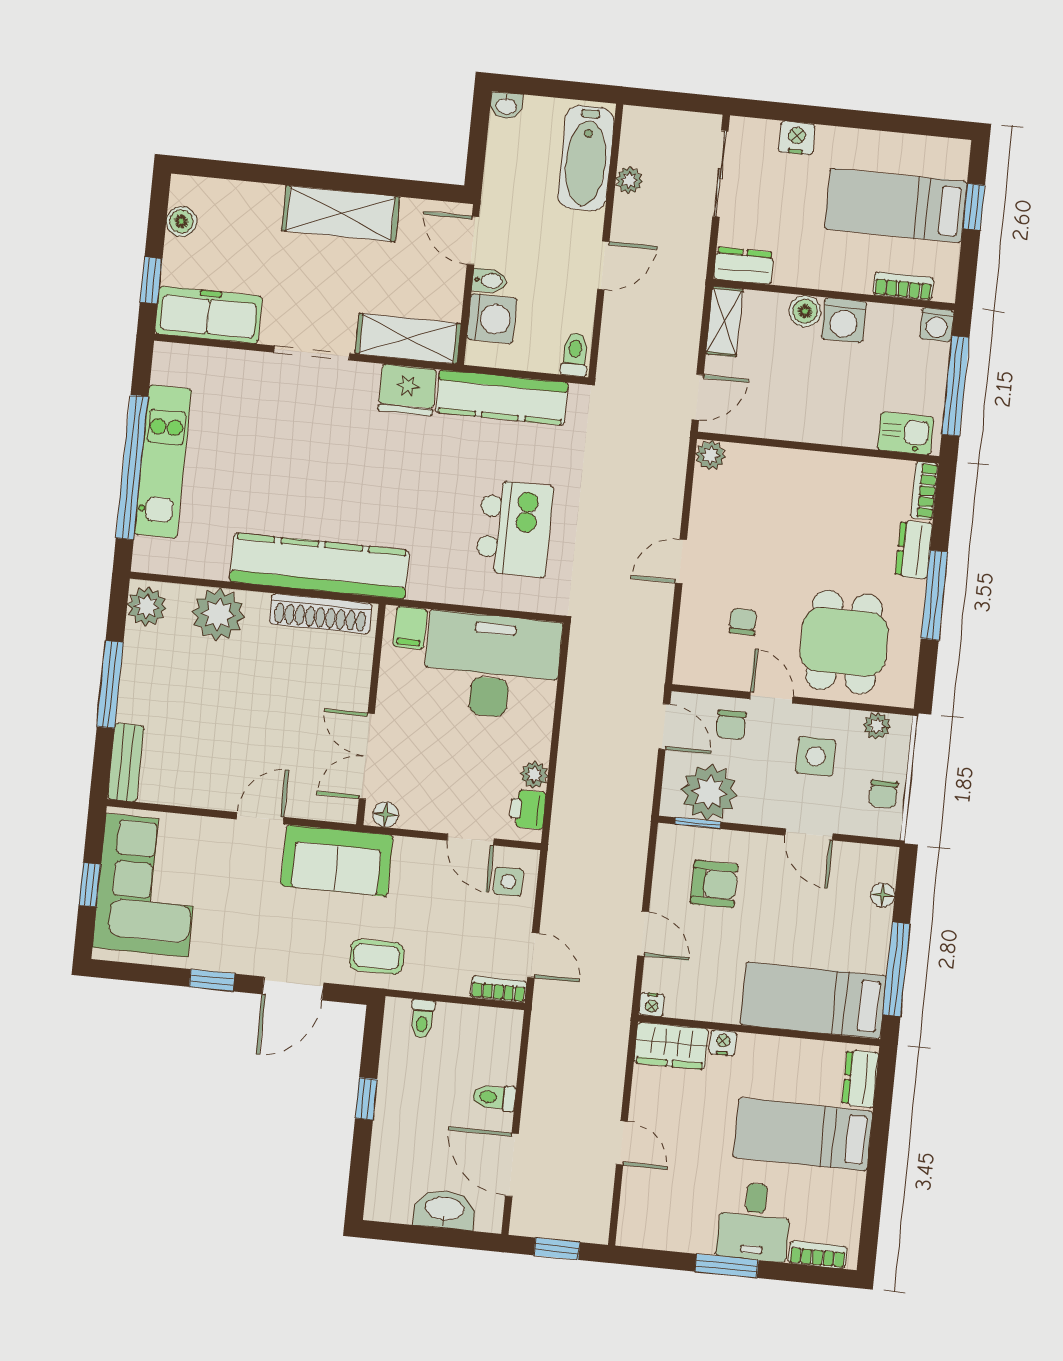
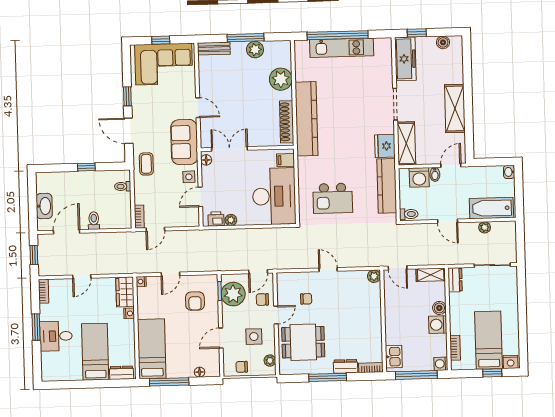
nightstand: (797, 138) -> (511, 362), moved, turned 90
plant: (147, 607) -> (255, 50), moved
side table: (508, 882) -> (189, 177), moved
bookcase: (818, 1255) -> (44, 291), moved

